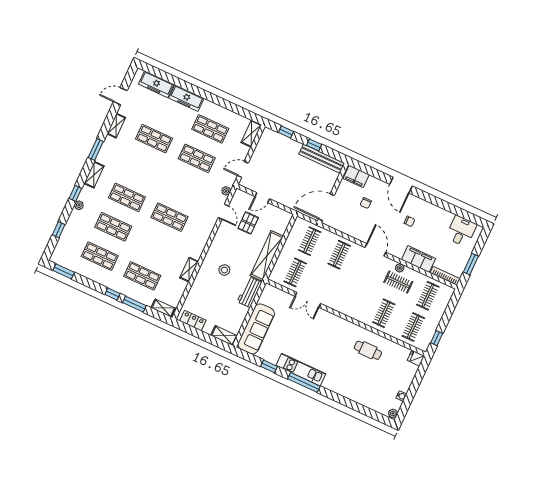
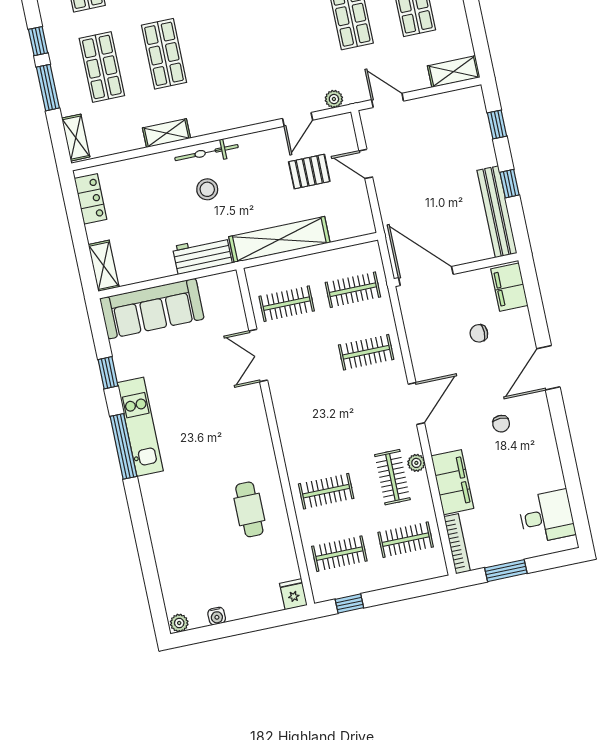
shop shelf: (170, 217) -> (164, 54), moved
bicycle: (209, 259) -> (206, 153), added

